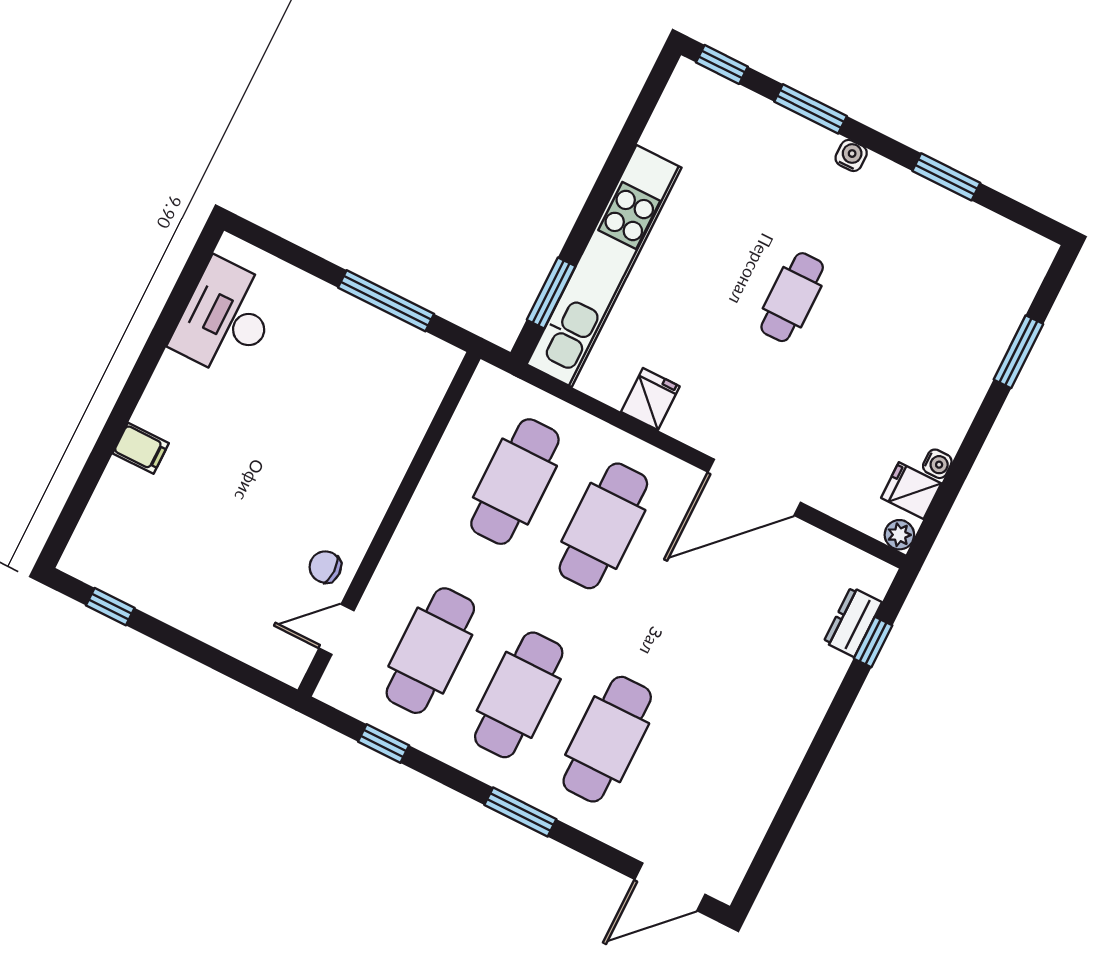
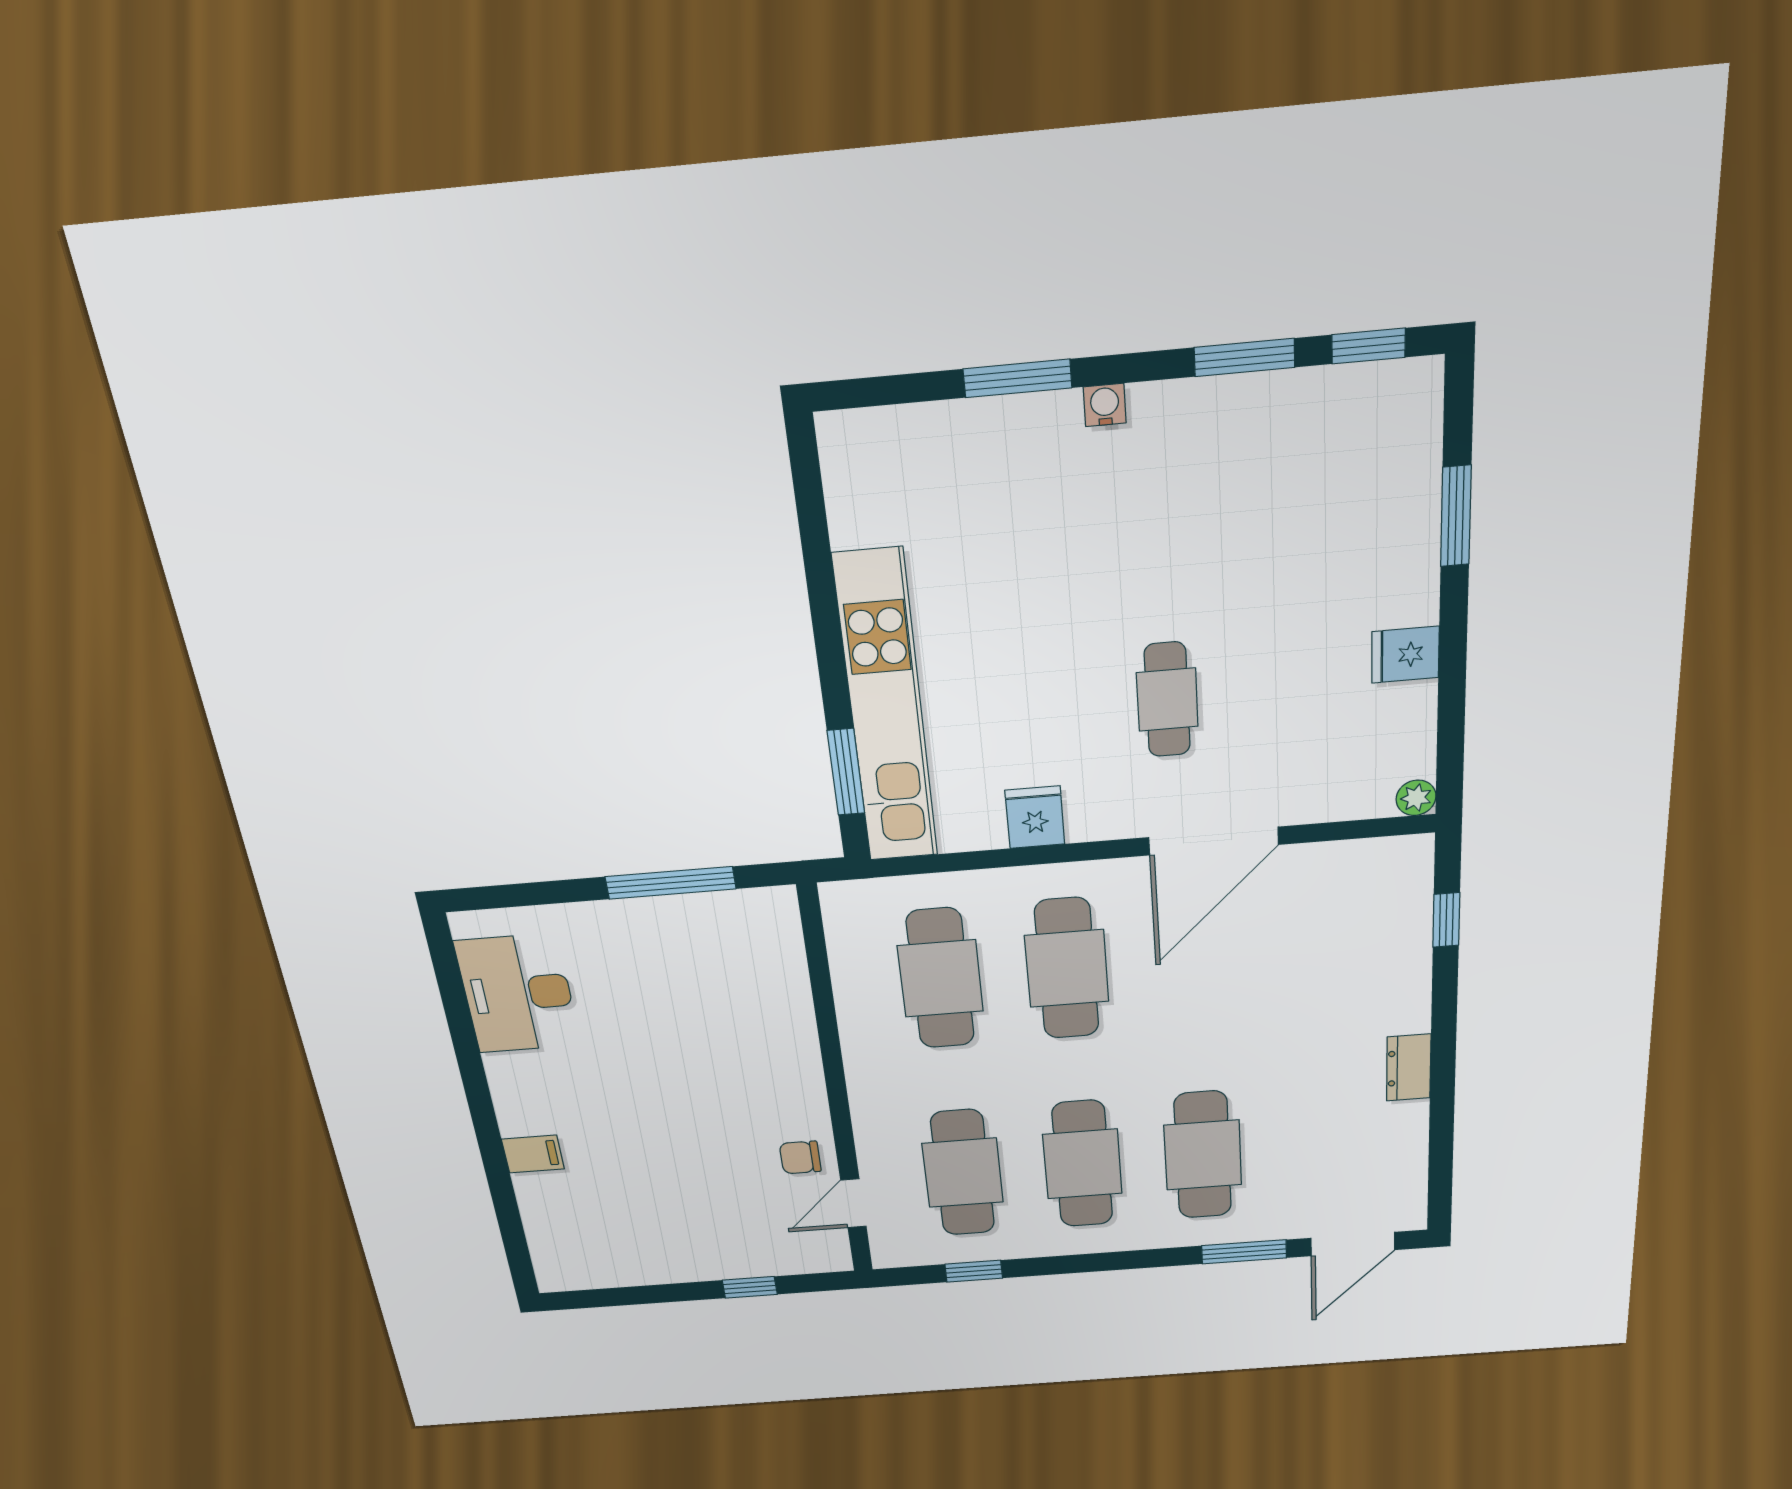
window: (722, 64) -> (1369, 346), moved
cafe table: (792, 297) -> (1167, 700), moved
water cooler: (937, 464) -> (1421, 699), removed
fridge: (911, 491) -> (1405, 655), moved
window: (110, 607) -> (750, 1287), moved
dresser: (853, 622) -> (1409, 1067), moved
window: (520, 812) -> (1244, 1252), moved

